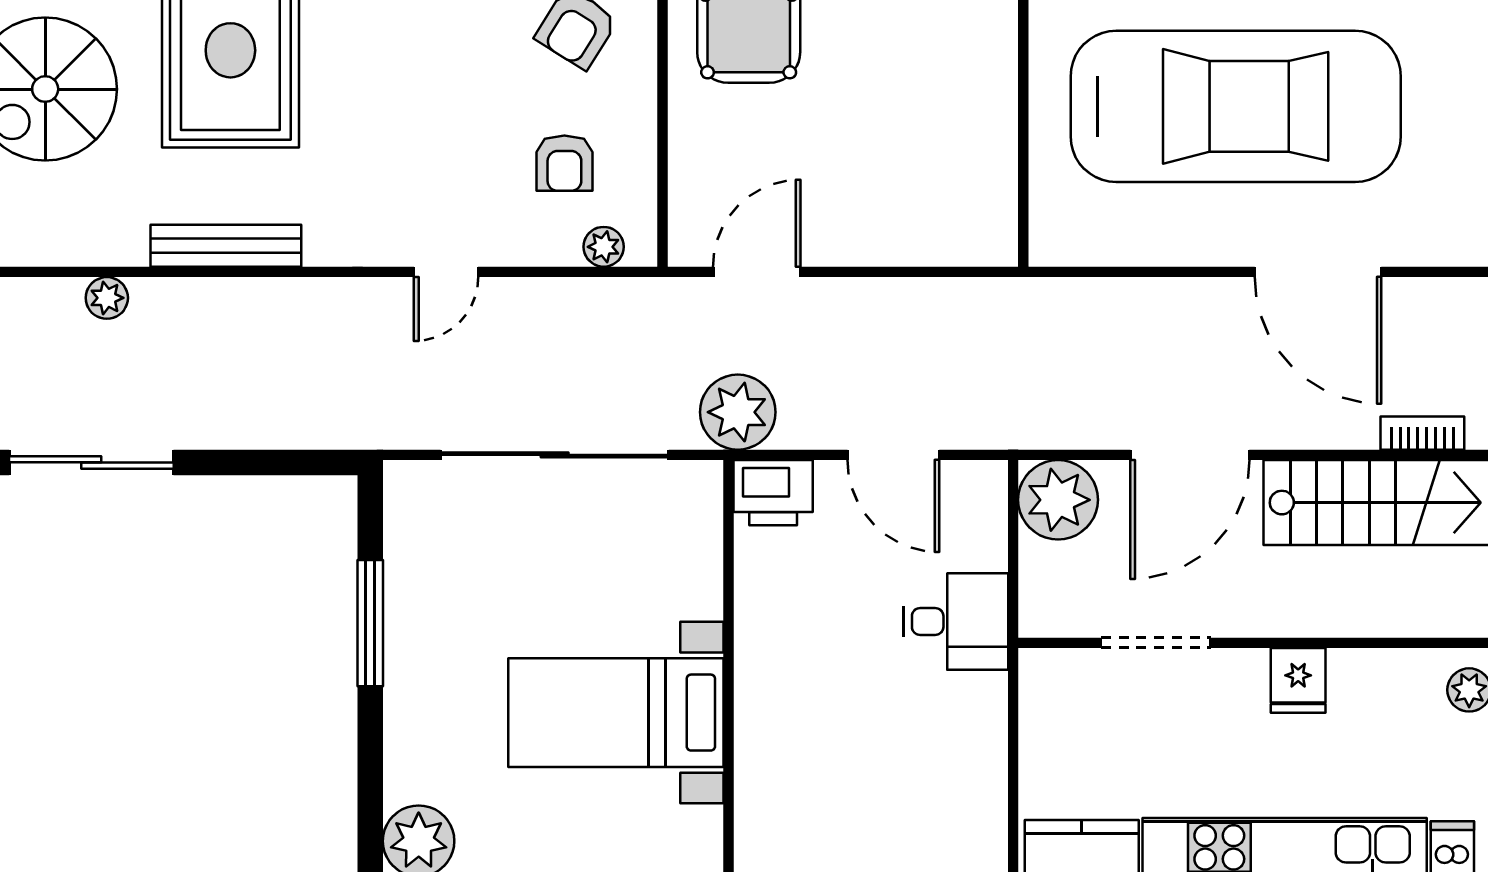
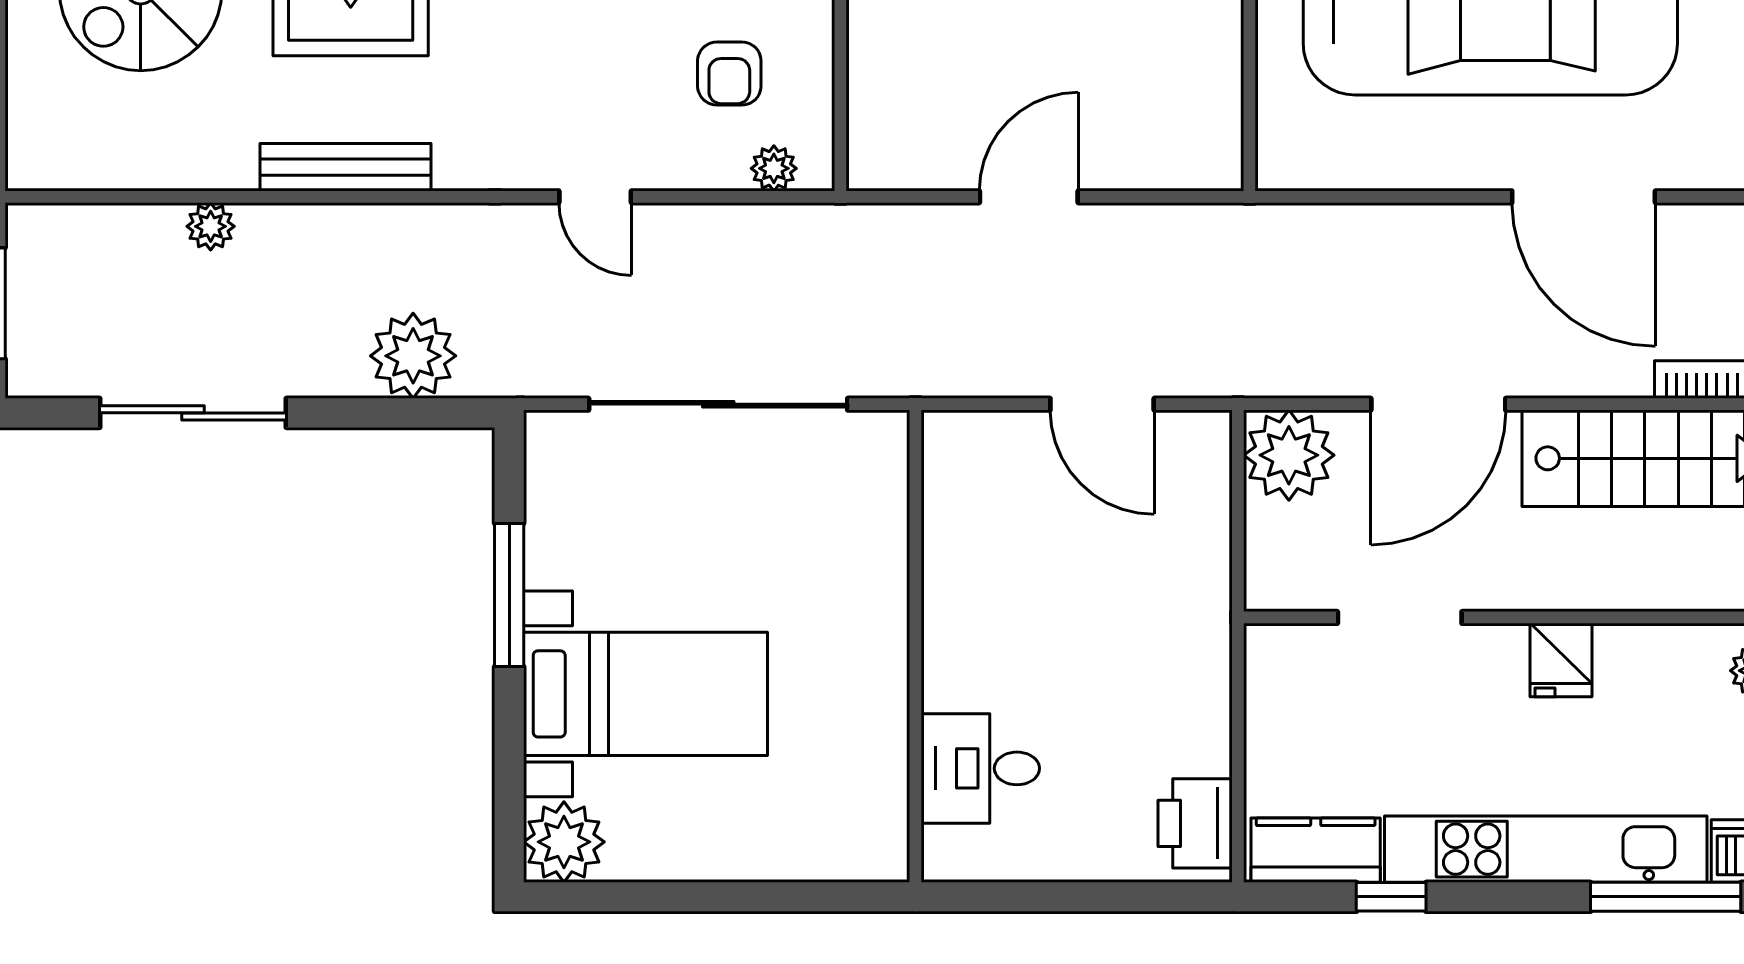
door: (446, 272) -> (595, 197), hinge flipped
door: (757, 272) -> (1029, 197), moved
plant: (738, 412) -> (413, 356), moved
printer: (773, 493) -> (1195, 823), moved, turned 90
desk: (956, 621) -> (980, 768), moved, turned 180
bed with nightstands: (616, 713) -> (645, 694), moved, turned 180

